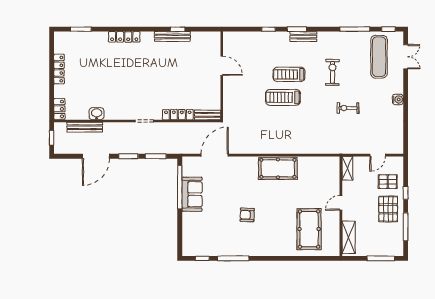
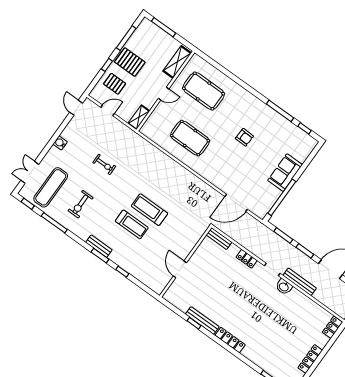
locker: (124, 37) -> (230, 340), moved
exercise bike: (333, 72) -> (81, 204), moved
treadmill: (283, 97) -> (150, 210), turned 180
washbasin: (97, 114) -> (284, 287), moved
locker: (178, 115) -> (247, 259), width x0.66
bench: (85, 127) -> (300, 282), moved
door: (406, 139) -> (76, 108), added
pool table: (278, 168) -> (190, 138), moved
sofa: (192, 194) -> (285, 173), moved
pallet: (388, 209) -> (130, 62), turned 90
pool table: (309, 229) -> (204, 91), turned 90

